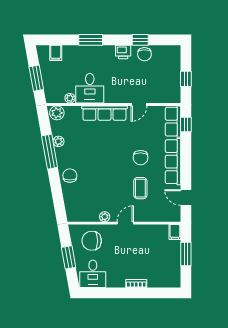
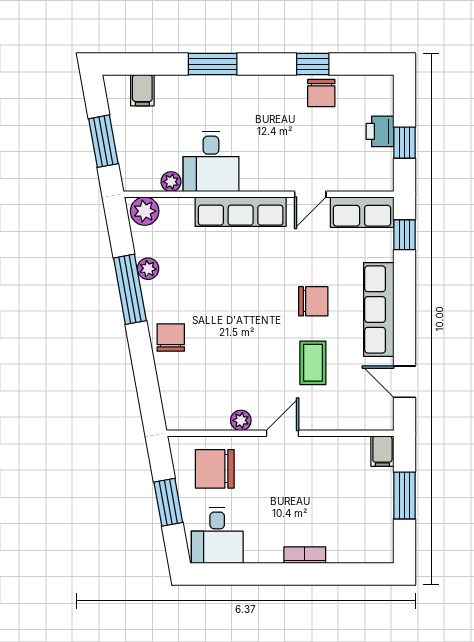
printer: (123, 52) -> (380, 131), moved, turned 90
row of seats: (173, 122) -> (362, 212), moved, turned -90
chair: (141, 158) -> (313, 301), turned -90

